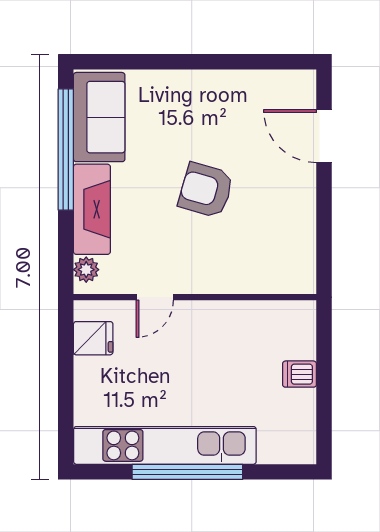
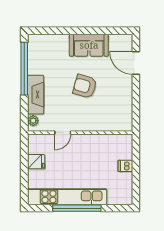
sofa: (99, 117) -> (89, 45), moved, turned 90
fridge: (93, 338) -> (36, 162), moved

